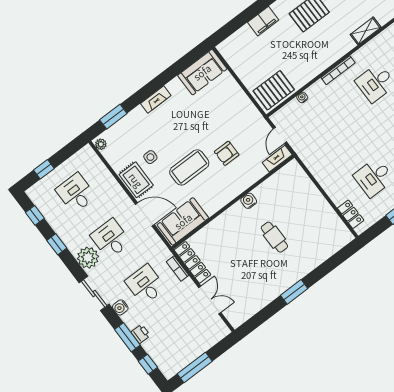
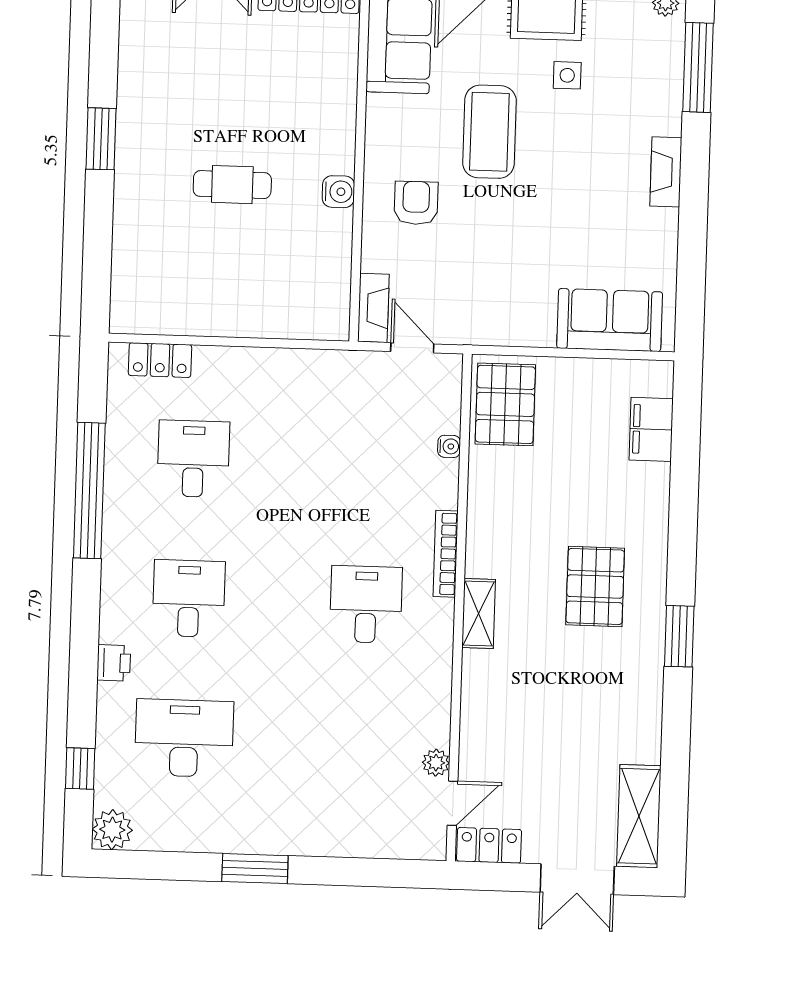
filing cabinet: (263, 21) -> (651, 429), moved
shelving: (366, 31) -> (479, 614), moved
sofa: (202, 72) -> (610, 320), moved, turned 90
window: (113, 117) -> (698, 67), width x1.44
armchair: (227, 153) -> (416, 203), moved

